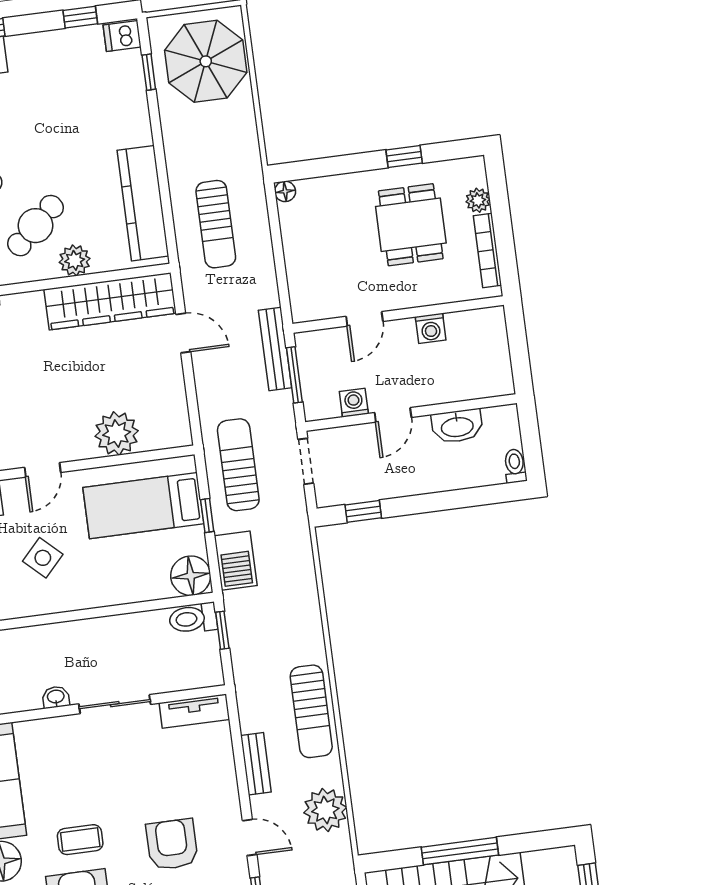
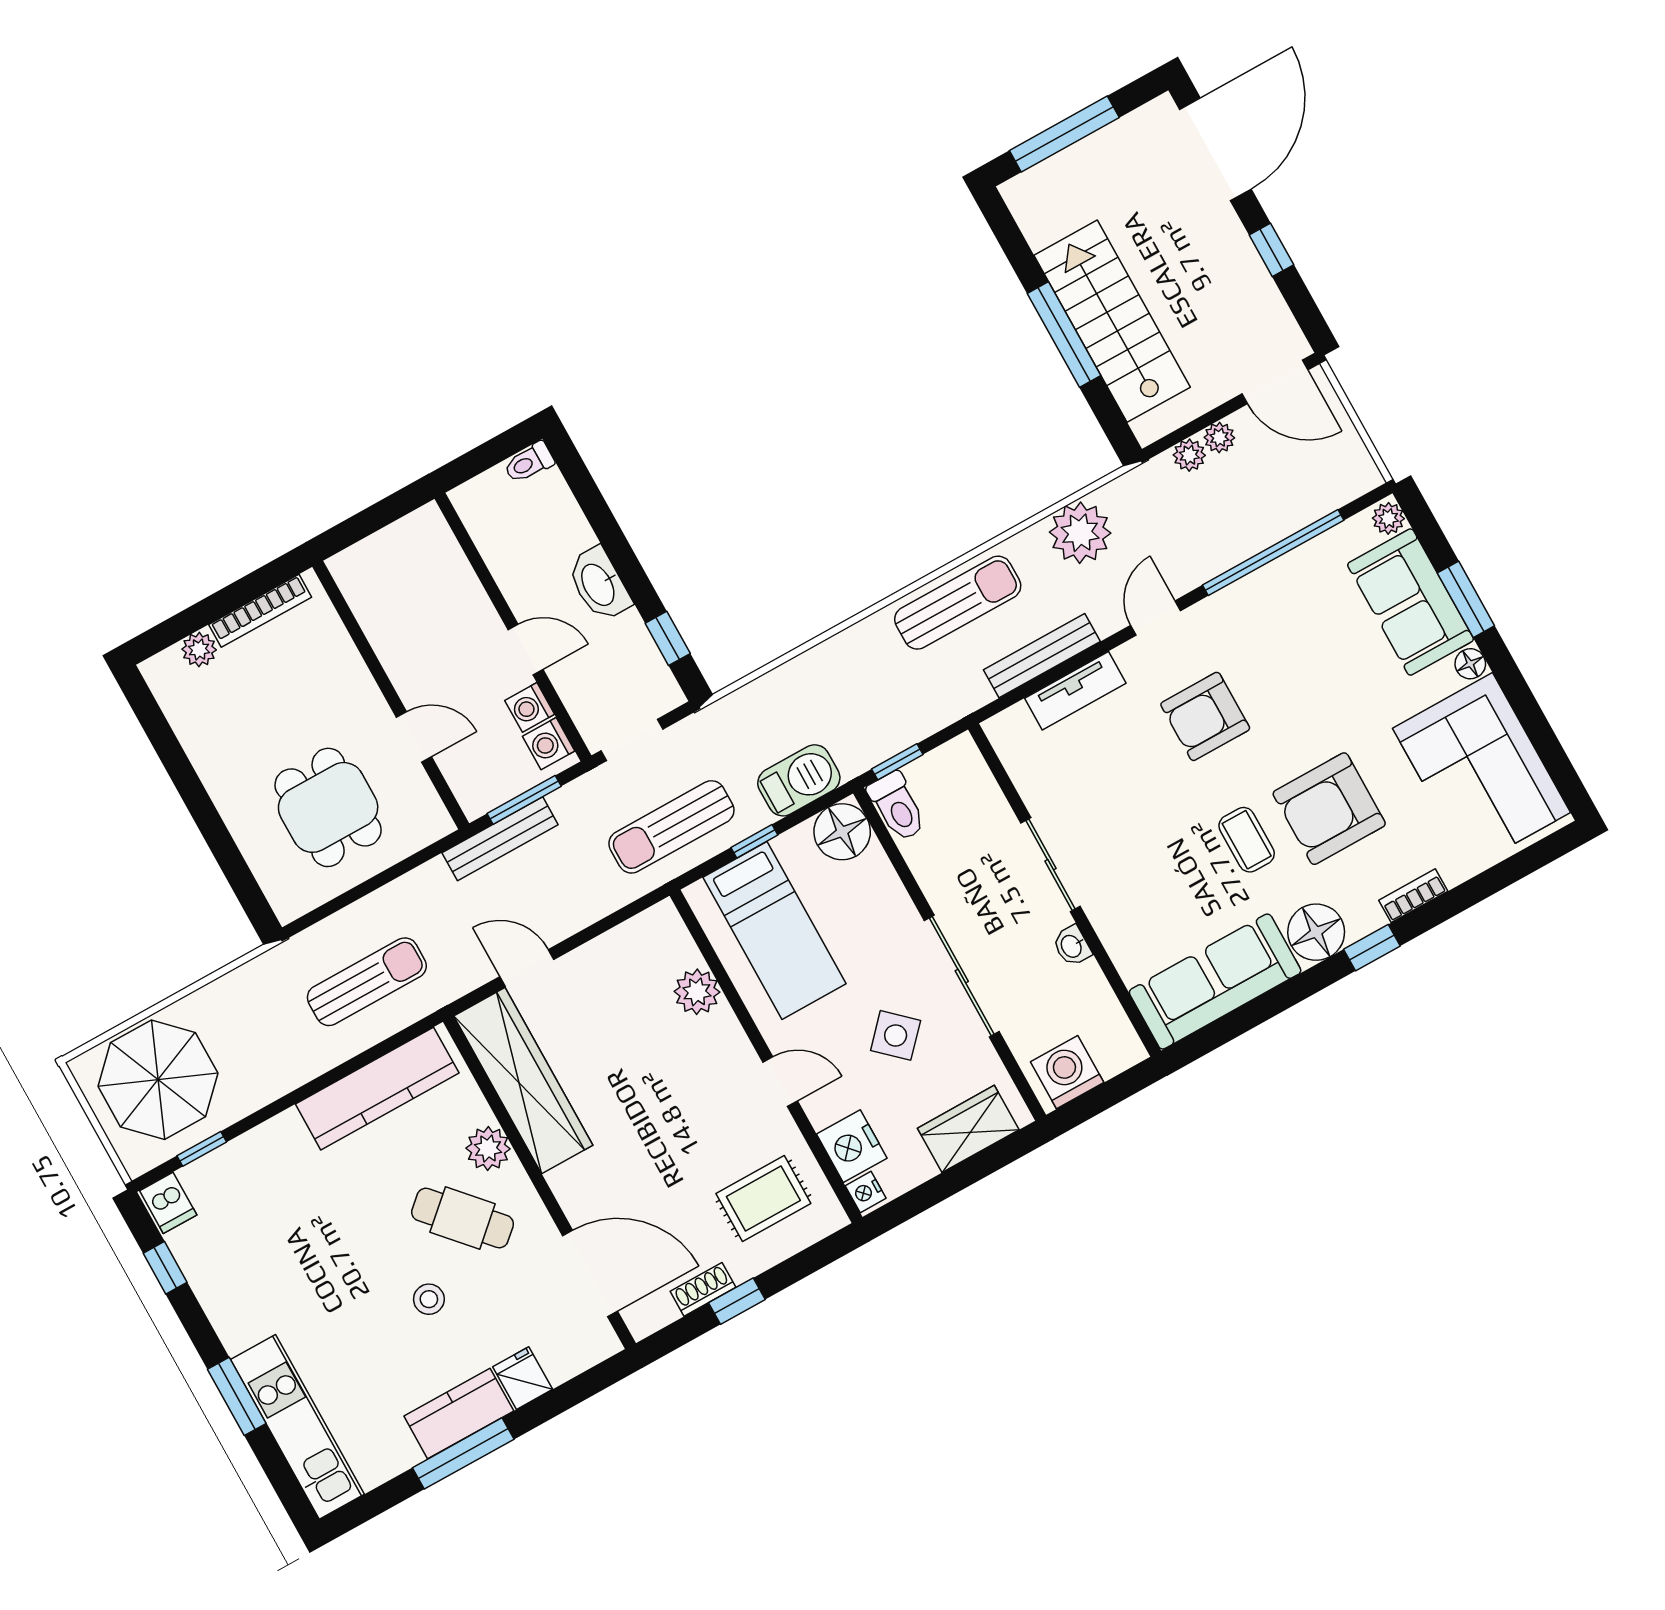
window: (404, 157) -> (180, 769), removed
floor lamp: (285, 191) -> (288, 908), removed
dining table: (411, 225) -> (328, 807), moved, turned 90
washing machine: (431, 328) -> (549, 744), moved, turned 180
door: (183, 333) -> (527, 968), hinge flipped
washbasin: (457, 426) -> (599, 584), moved, turned 180
plant: (117, 434) -> (697, 992), width x0.73, depth x0.73
sliding door: (65, 617) -> (962, 976), added
tv unit: (194, 711) -> (1075, 691), moved, turned 90
bench: (256, 764) -> (1042, 656), width x1.36

